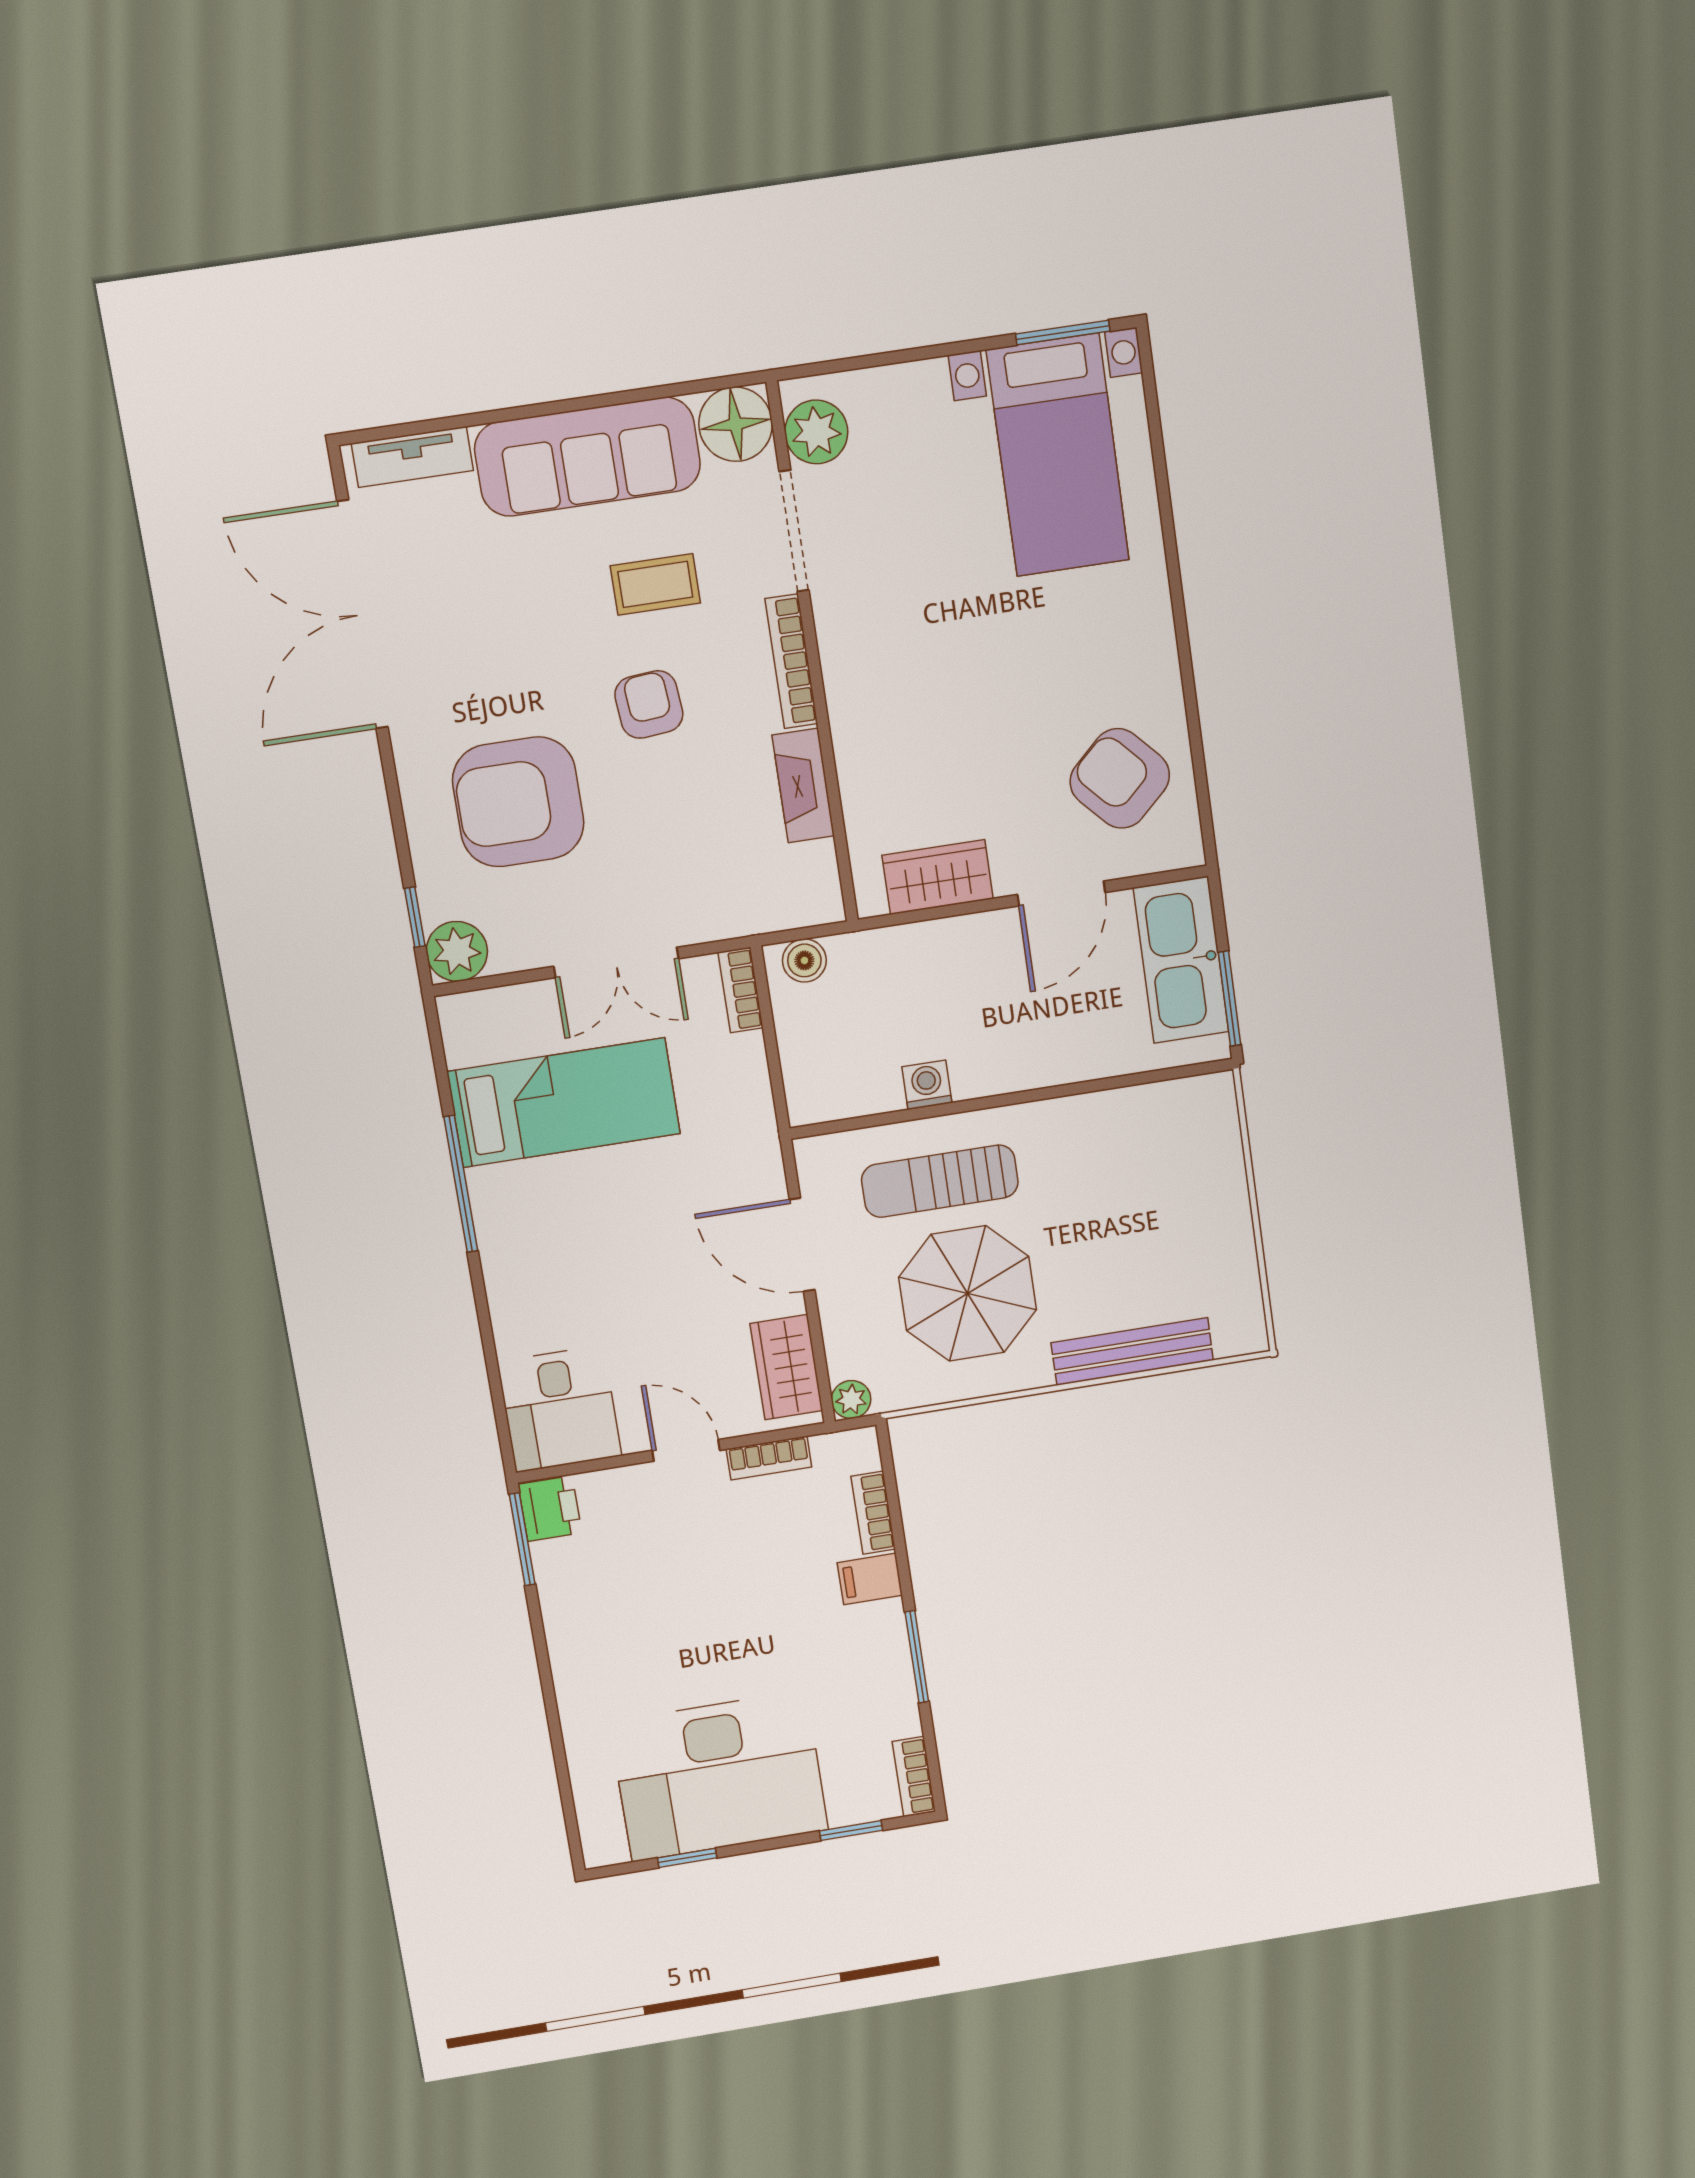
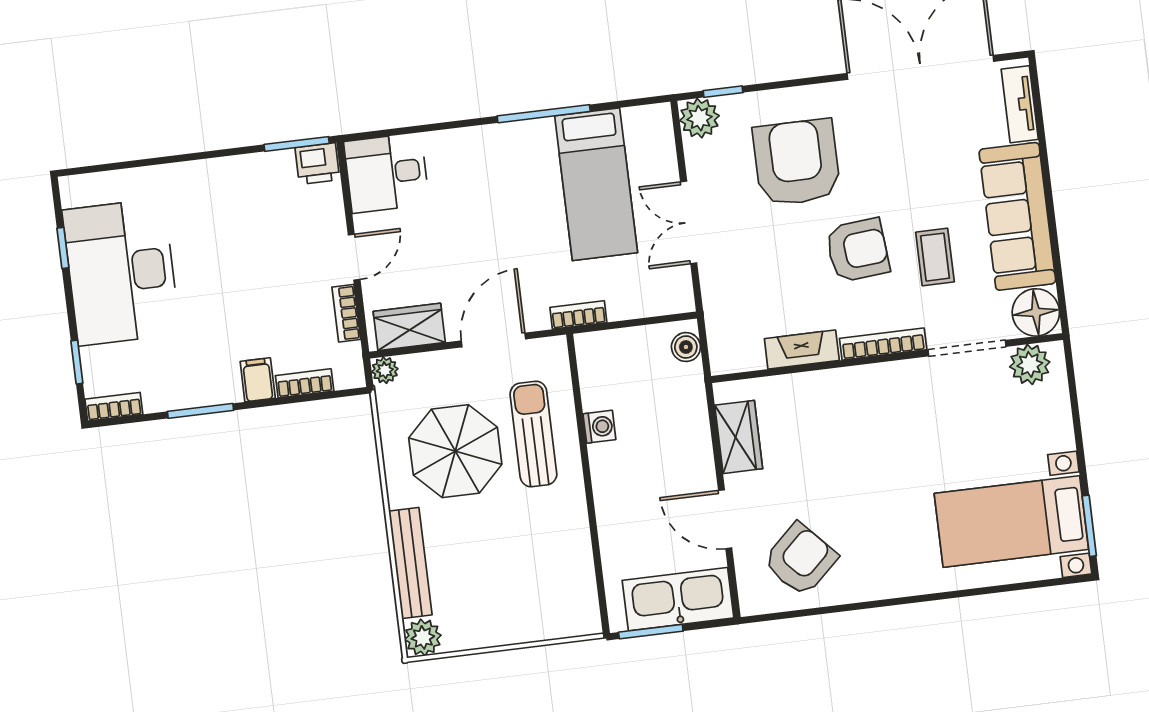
armchair: (649, 704) -> (858, 250), width x1.38, depth x1.38
bookcase: (741, 990) -> (578, 315), moved
plant: (1240, 1329) -> (423, 637), added

